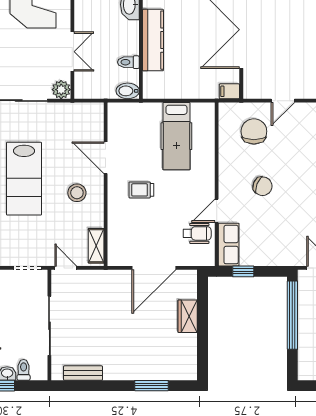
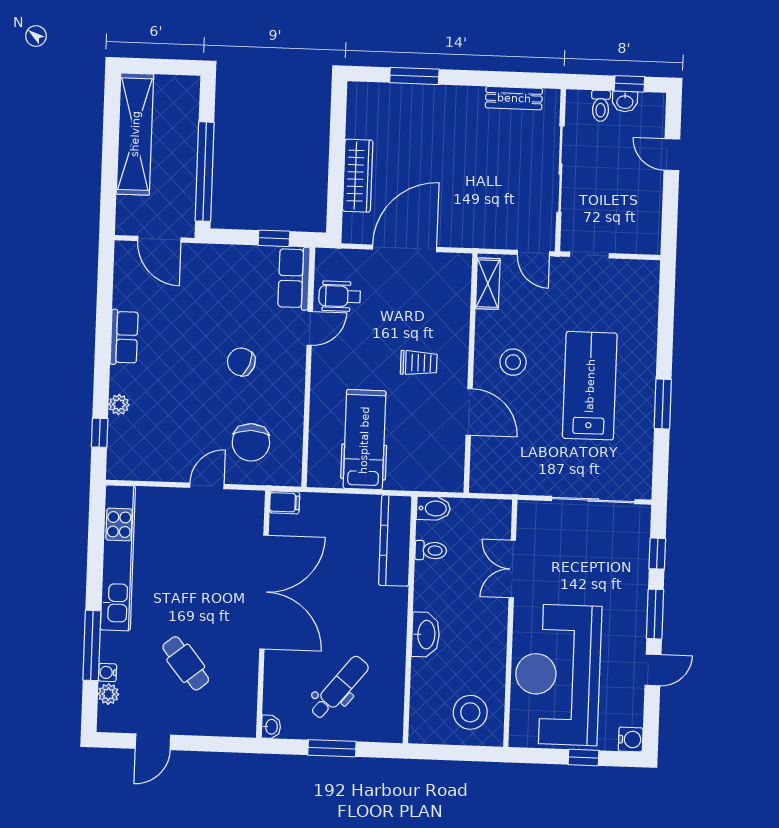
kitchen counter: (153, 40) -> (395, 541), moved
plant: (61, 90) -> (531, 514), removed
wardrobe: (188, 316) -> (358, 176), width x1.50

